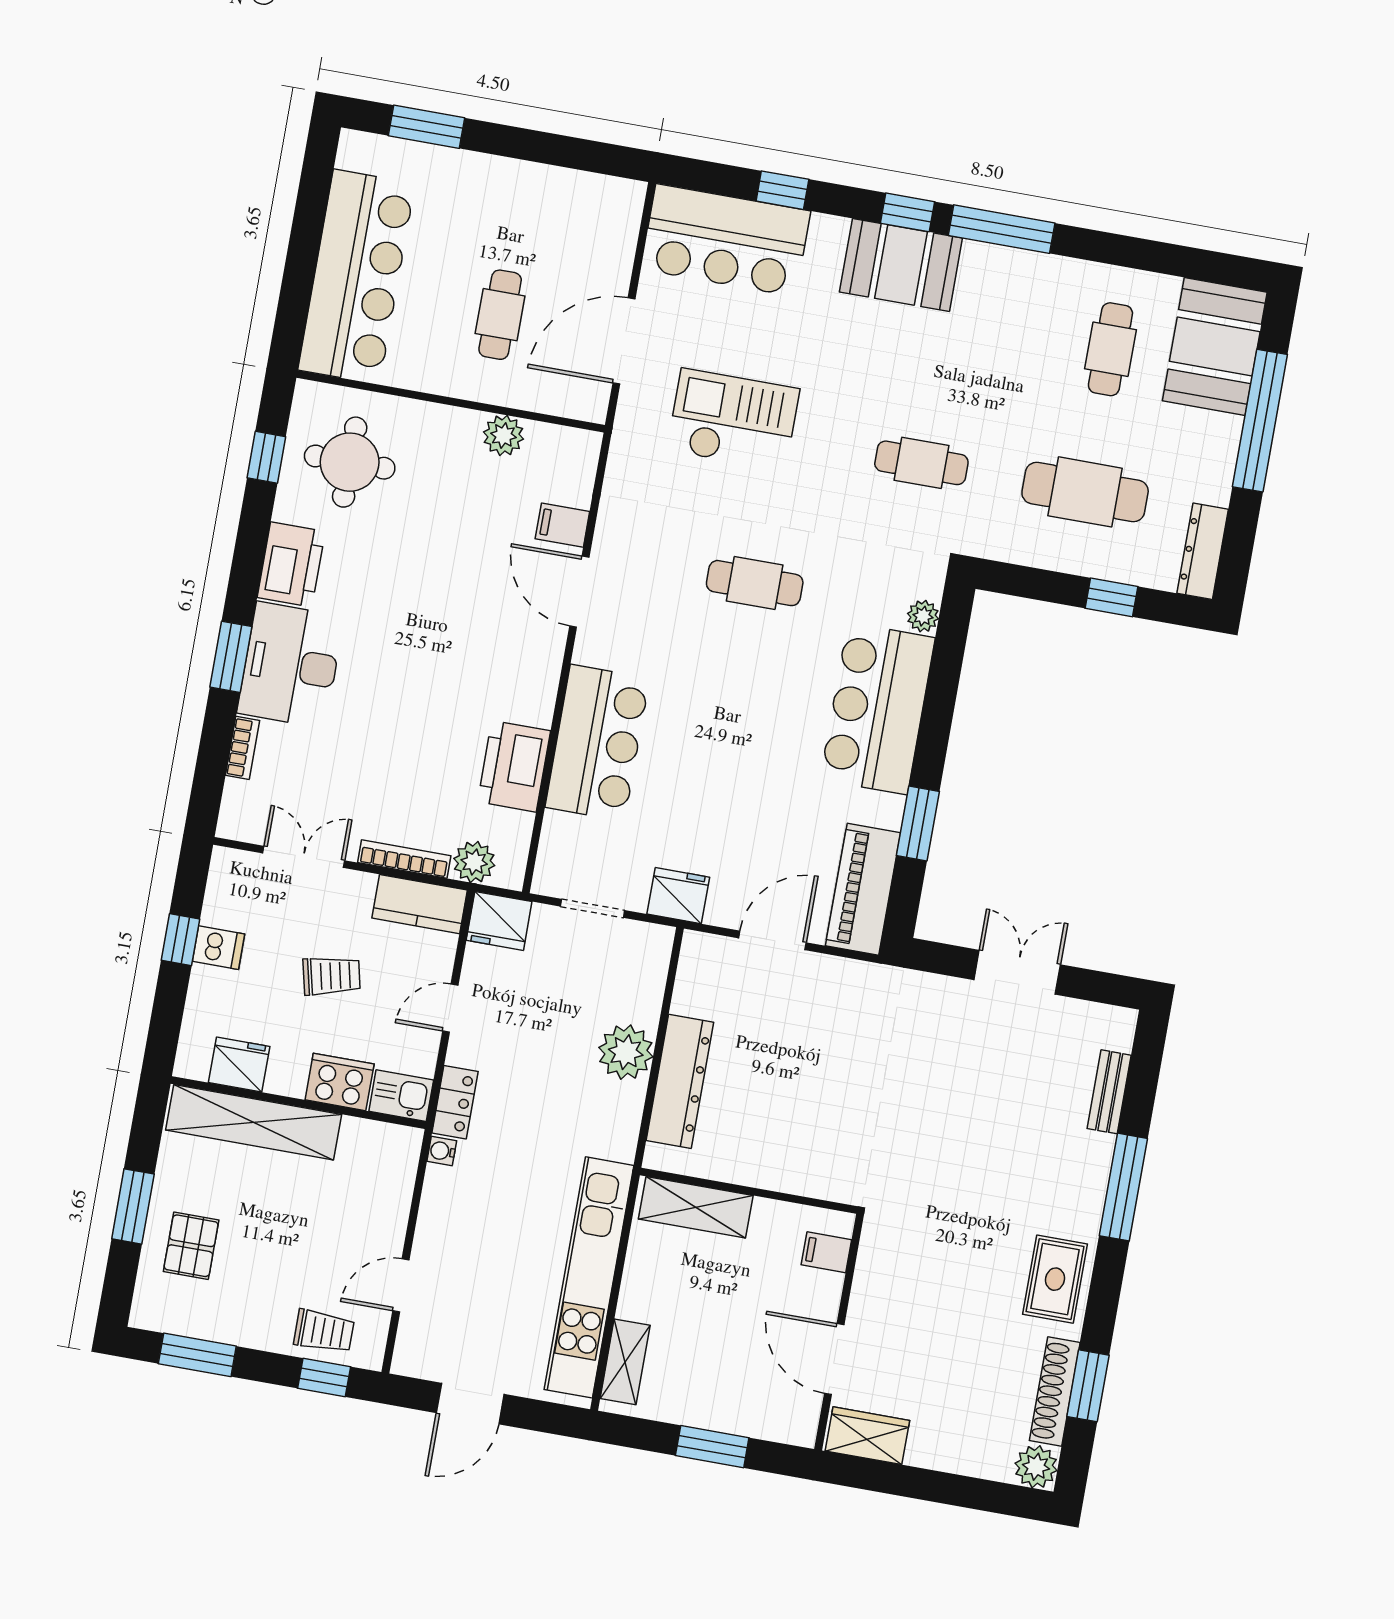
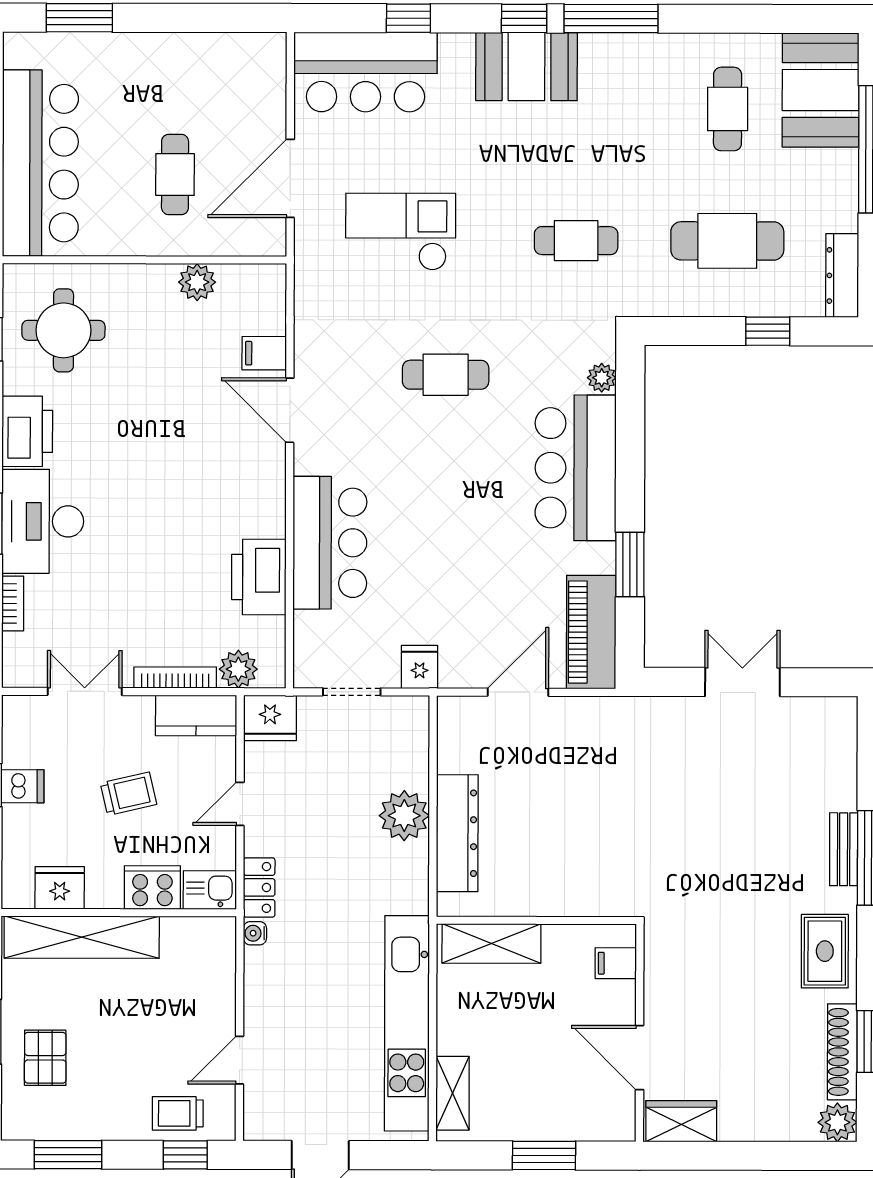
fridge: (678, 896) -> (420, 667), width x0.72
bench: (1109, 1092) -> (844, 849), moved
trolley: (324, 1331) -> (178, 1113), turned 180

